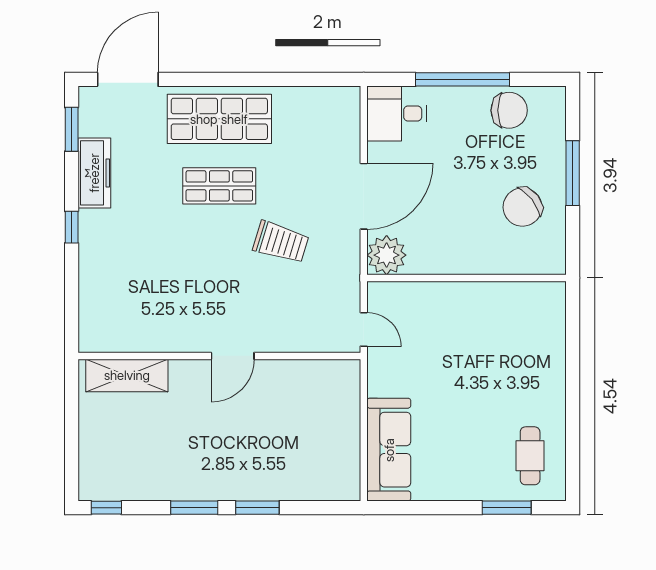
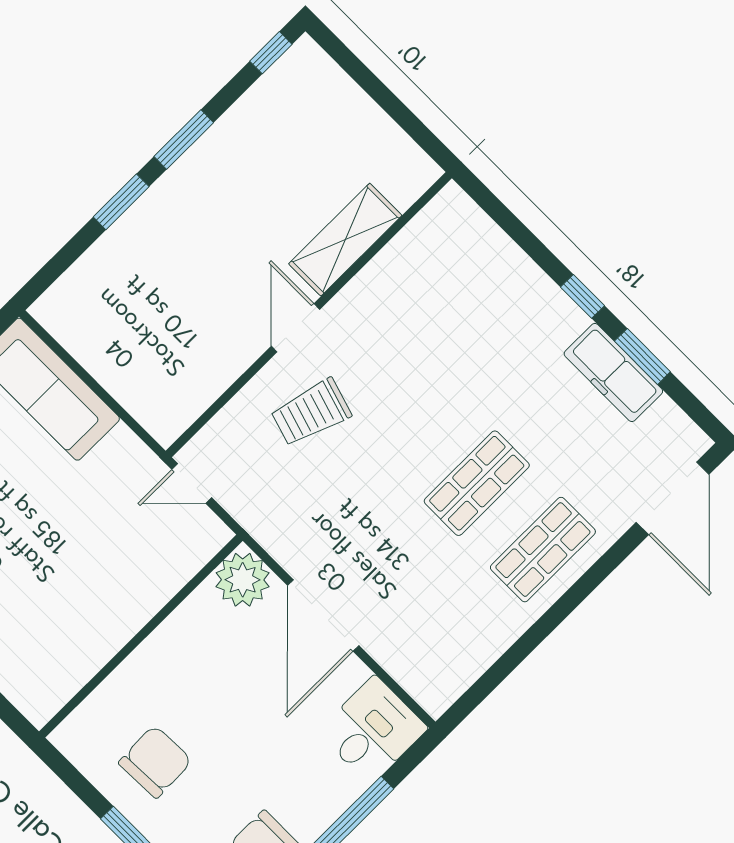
shop shelf: (219, 119) -> (543, 550), width x0.70, depth x0.74
window: (72, 129) -> (642, 356), moved
chair: (522, 207) -> (155, 762), turned 36
trolley: (281, 242) -> (311, 412), moved
shelving: (127, 375) -> (345, 240), moved

